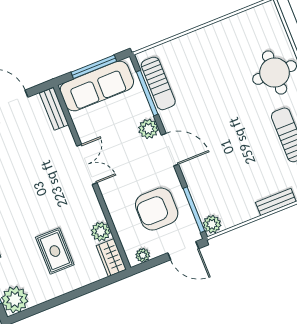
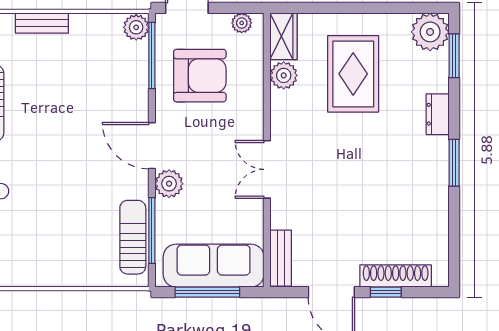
rug: (55, 251) -> (353, 74), width x1.36, depth x1.43

